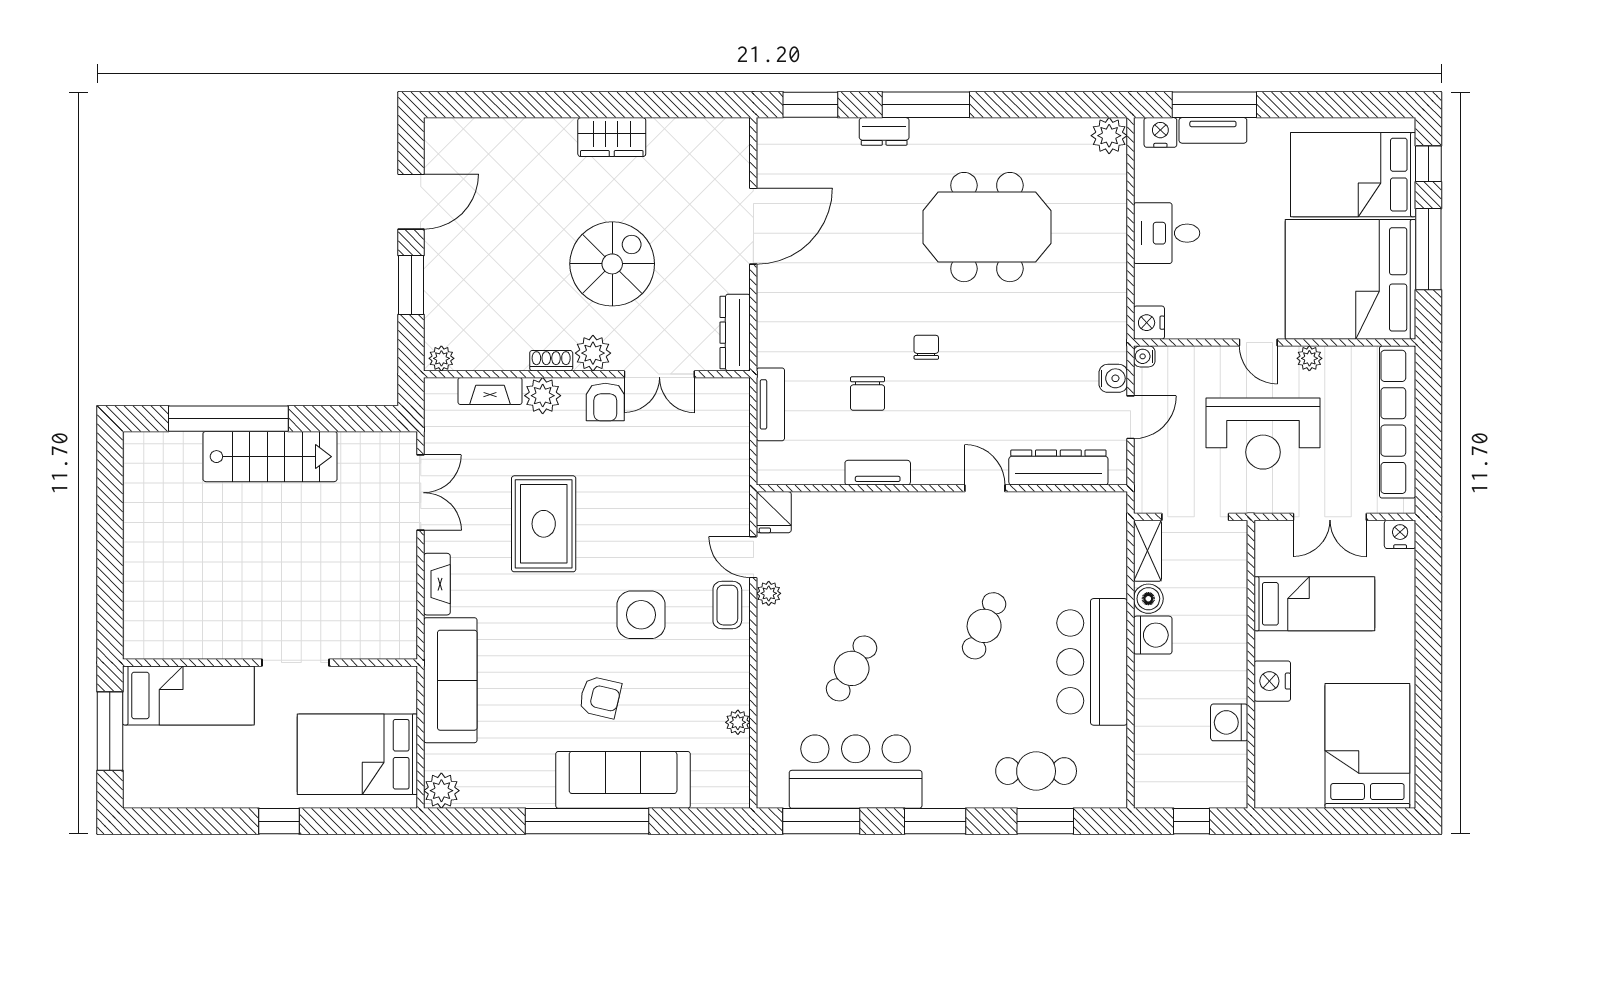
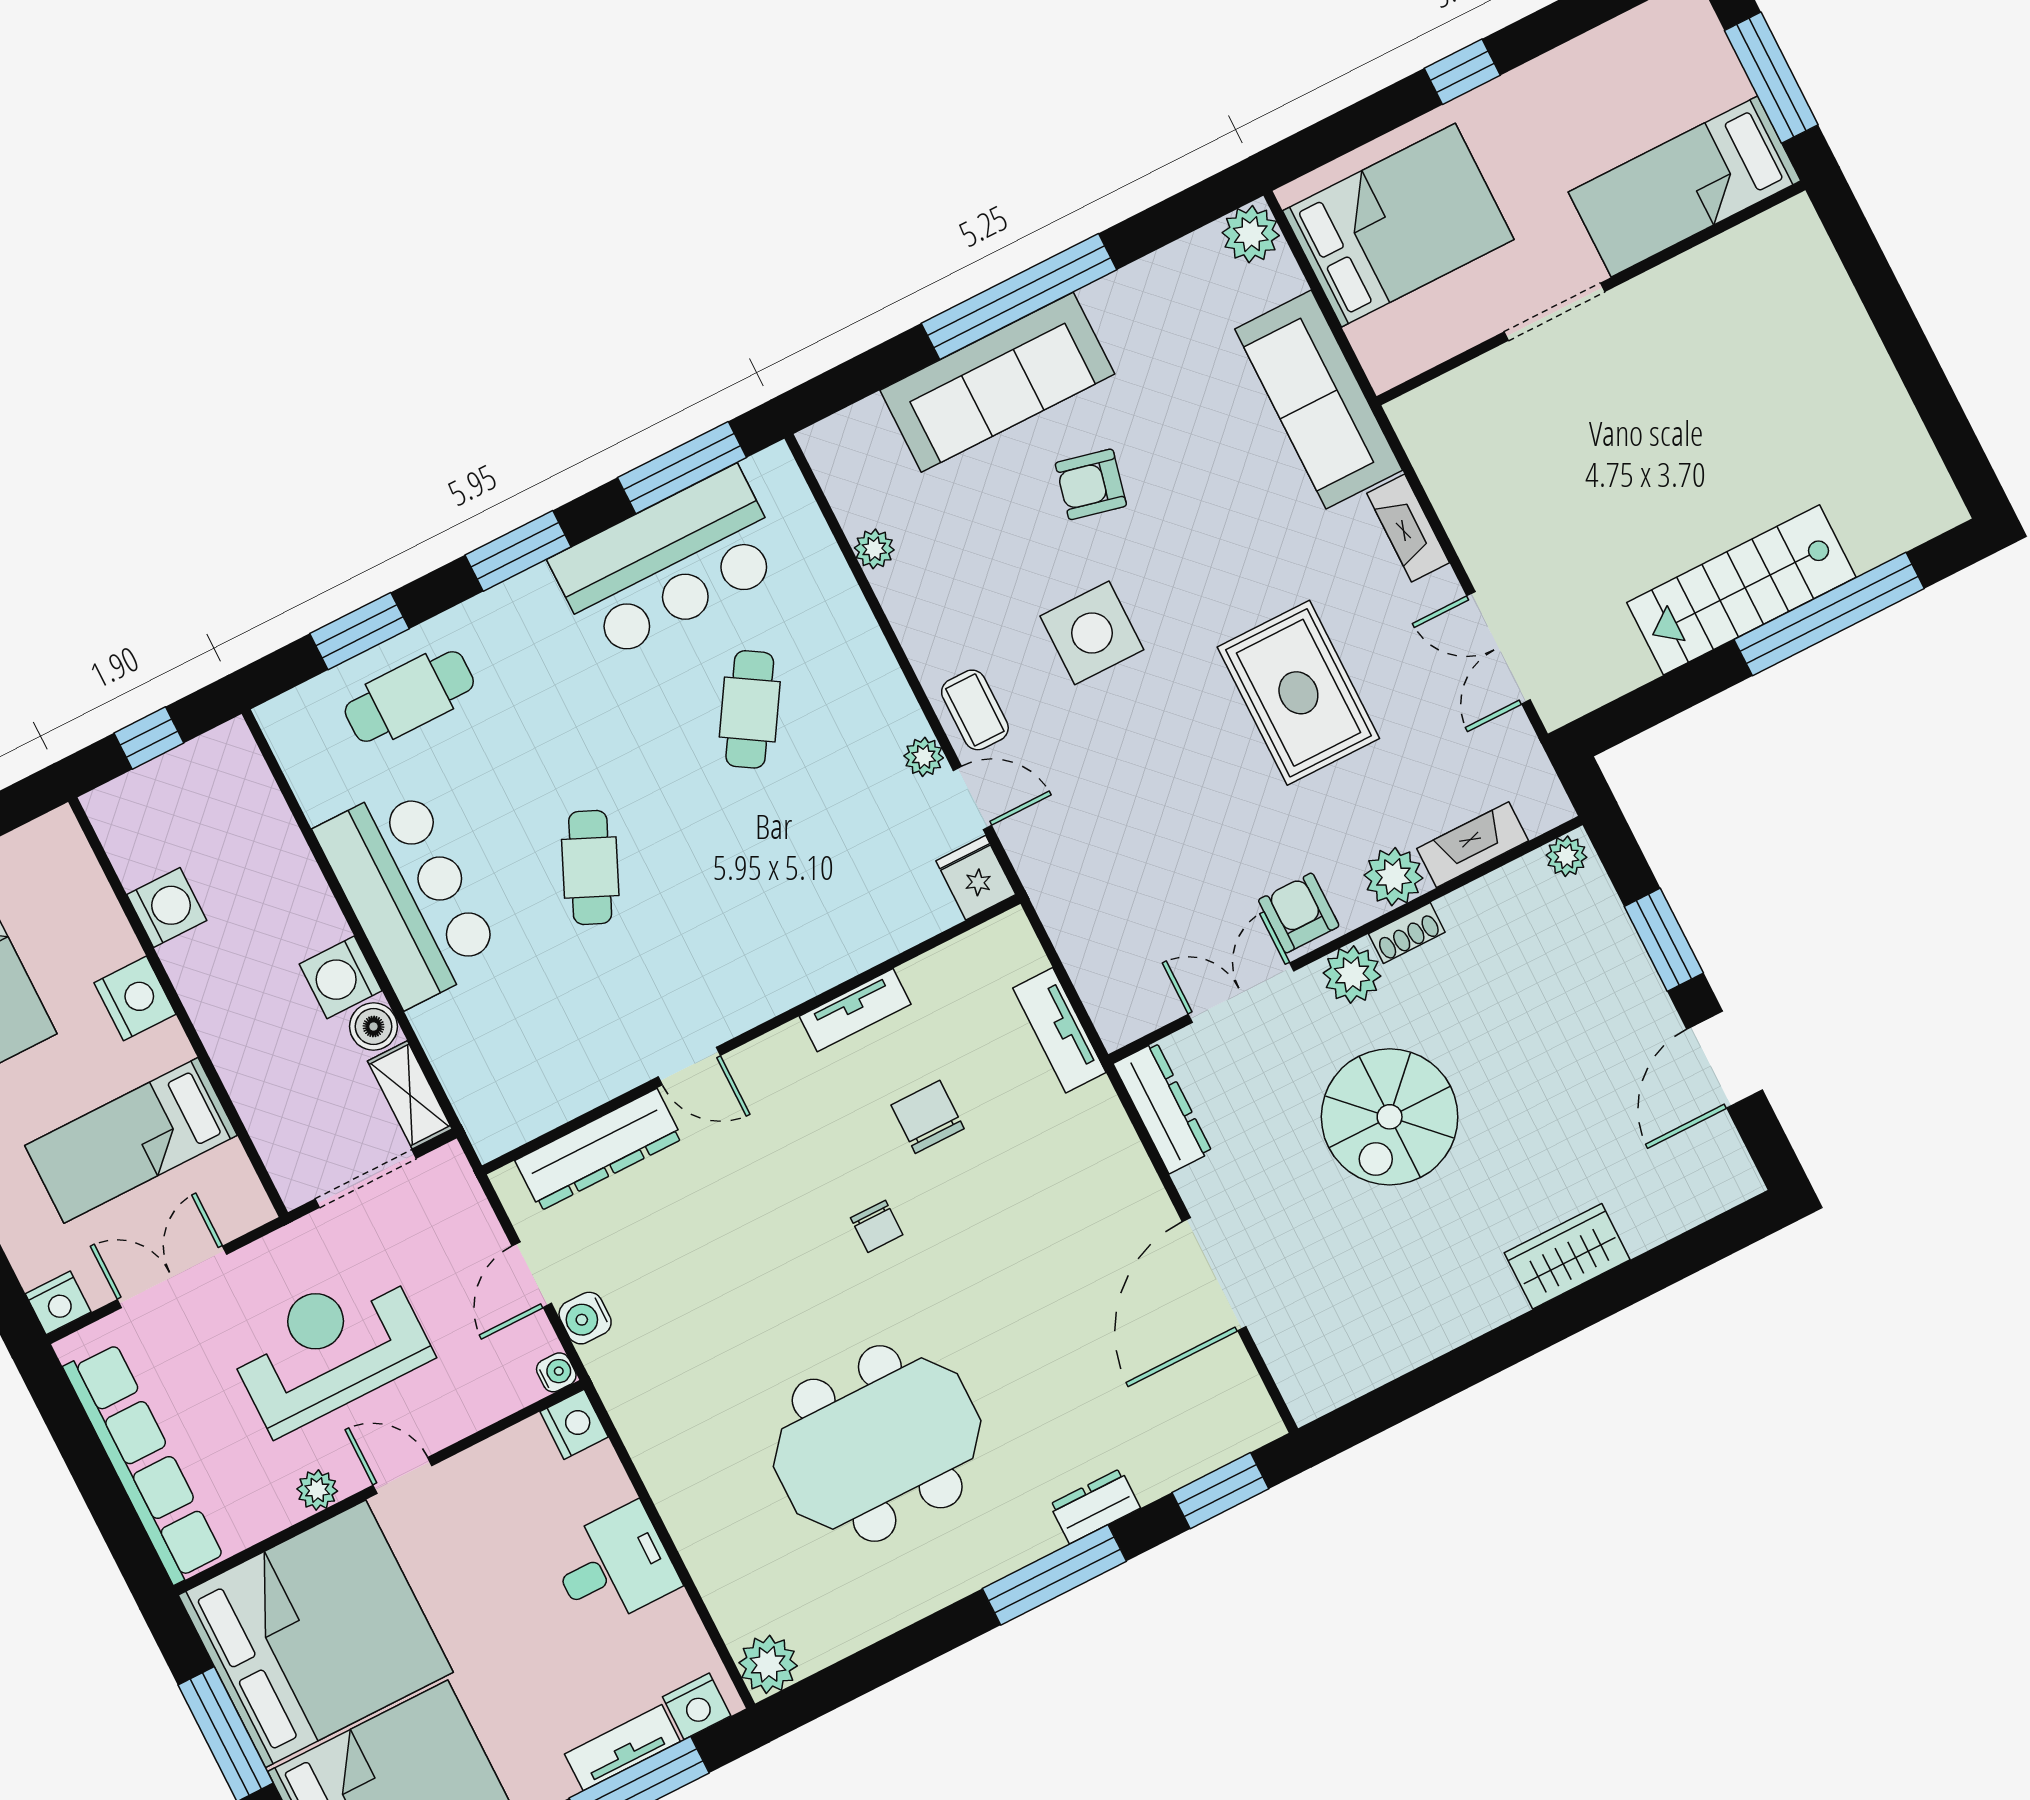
wardrobe: (612, 137) -> (1567, 1256), moved

